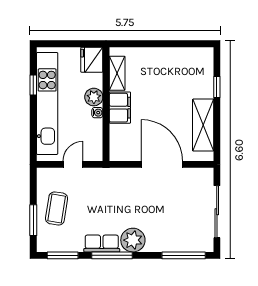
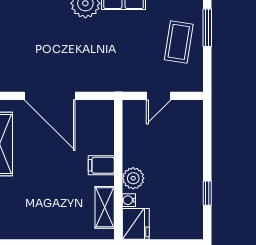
kitchen unit: (47, 103) -> (190, 170), removed
filing cabinet: (120, 108) -> (101, 165), width x0.50
water cooler: (97, 113) -> (129, 200), moved

